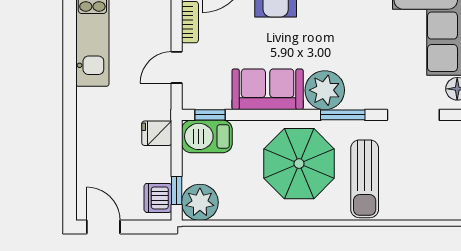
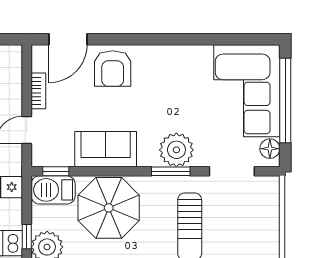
plant: (325, 90) -> (176, 150), moved
parasol: (299, 164) -> (109, 208), moved

